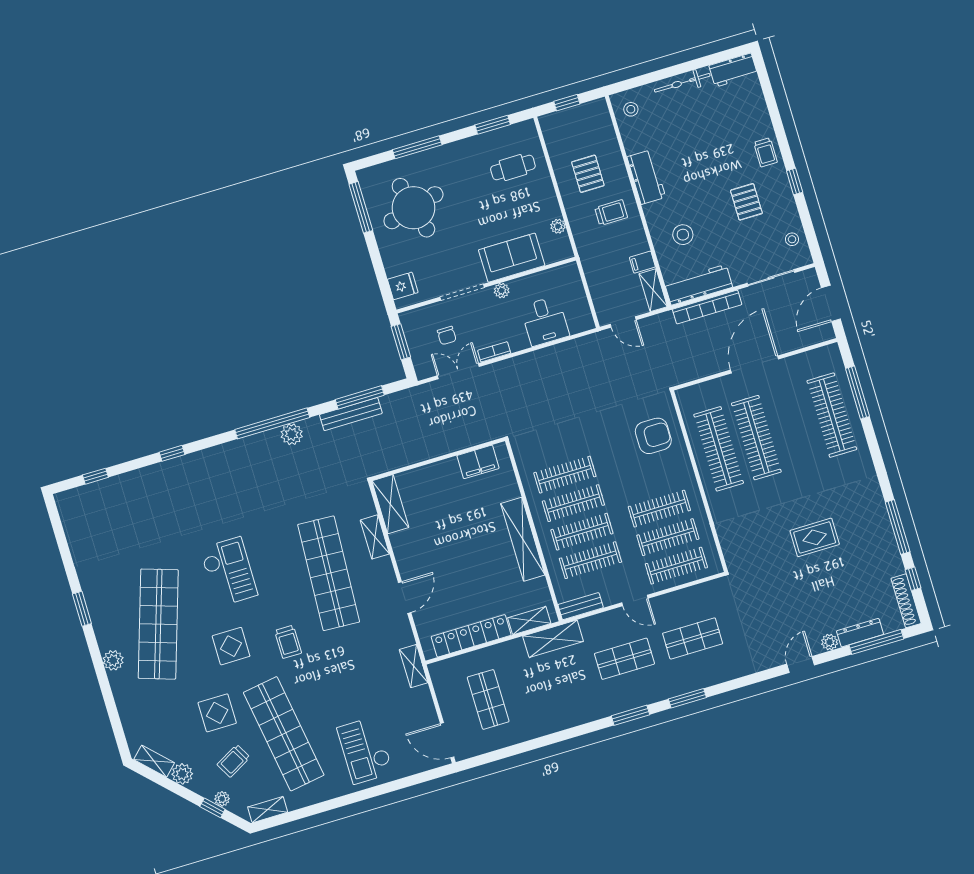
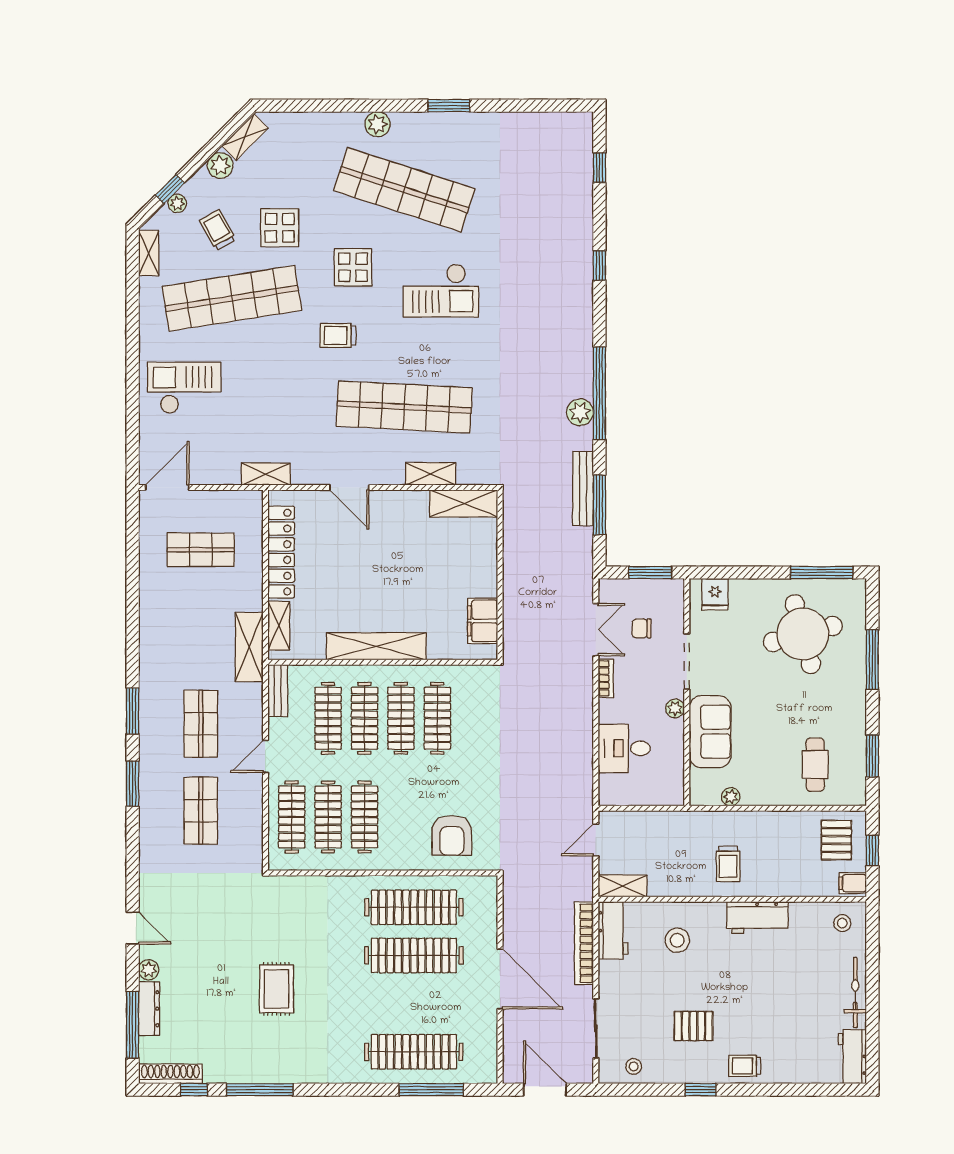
pallet: (588, 174) -> (836, 840), moved, turned 90
filing cabinet: (642, 262) -> (853, 883), moved, turned -90
workbench: (699, 285) -> (613, 930), width x0.73

